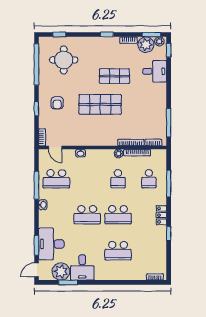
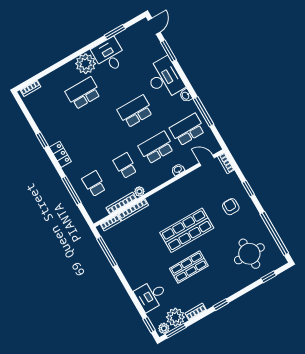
school desk: (118, 215) -> (156, 148), moved
desk: (51, 244) -> (164, 78), moved
plant: (61, 272) -> (86, 64), moved

